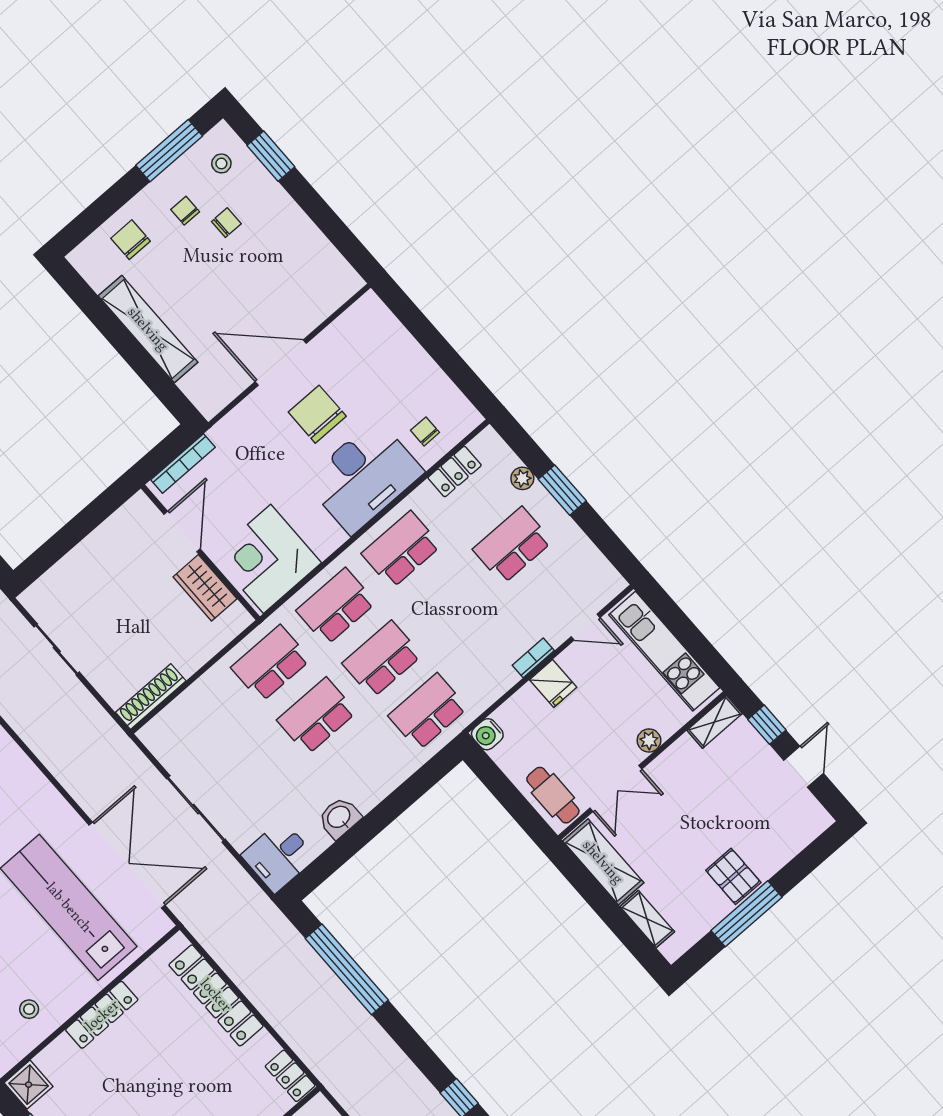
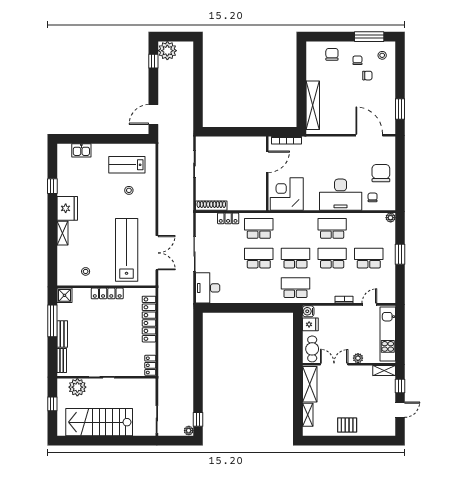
window: (271, 156) -> (400, 109), moved
shelving: (148, 329) -> (313, 105), moved
door: (281, 363) -> (369, 135), moved
chair: (317, 414) -> (381, 173), moved
locker: (455, 471) -> (228, 218), moved
plant: (522, 478) -> (391, 218), moved
wardrobe: (205, 588) -> (259, 186), removed
school desk: (336, 607) -> (332, 258), moved
door: (586, 627) -> (369, 304), swing flipped
fridge: (553, 683) -> (310, 324), moved, turned -90
double door: (616, 789) -> (334, 364), swing flipped
washbasin: (339, 818) -> (238, 297), removed
desk: (279, 856) -> (208, 288), width x1.37
double door: (127, 865) -> (157, 253), width x0.73
pallet: (733, 876) -> (347, 425), turned 90
window: (747, 914) -> (341, 441), removed
window: (347, 969) -> (198, 347), removed

